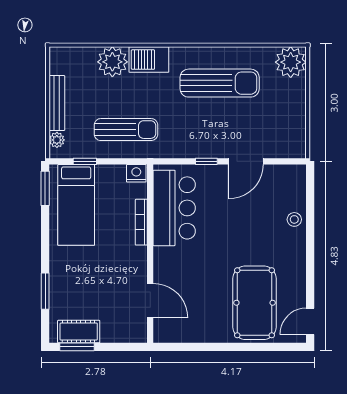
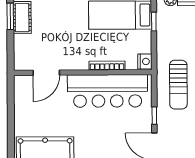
sun lounger: (126, 130) -> (178, 85), moved
bar counter: (174, 208) -> (108, 91), width x1.36

